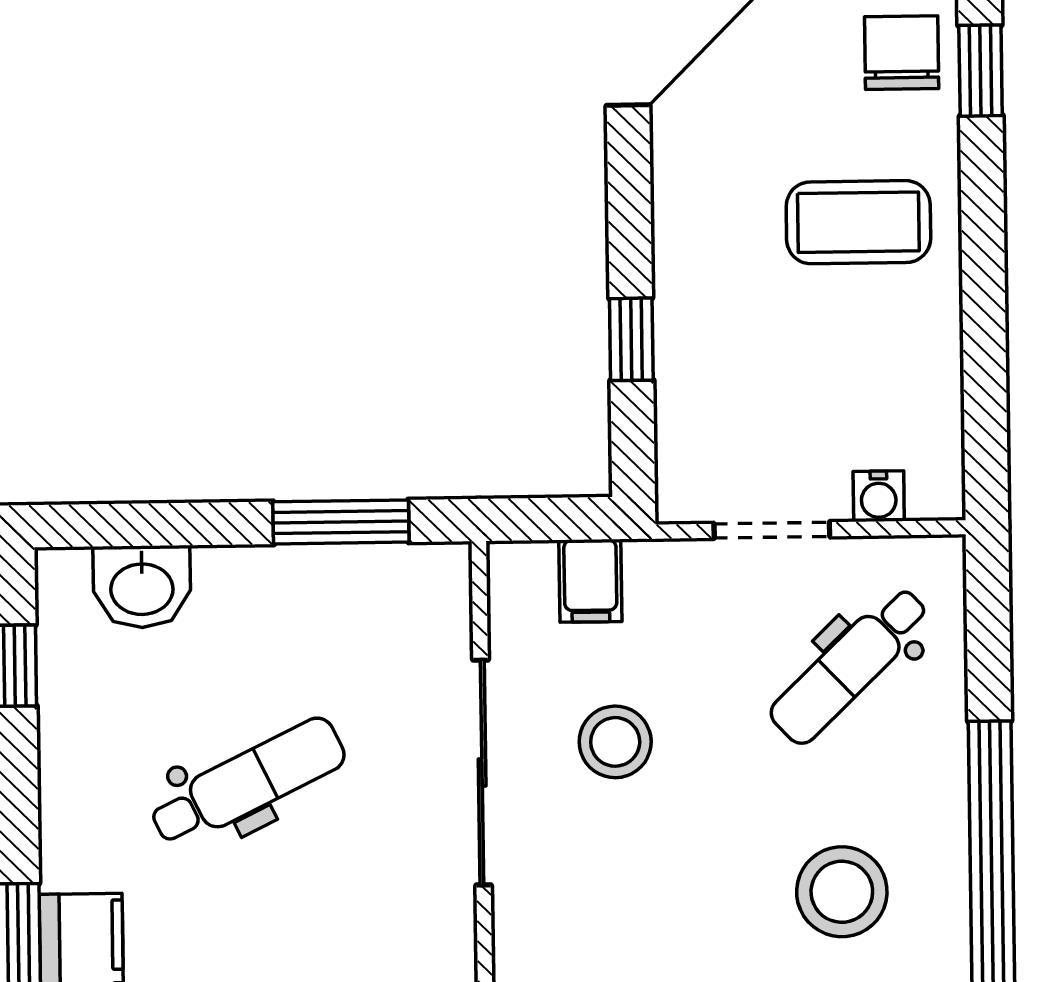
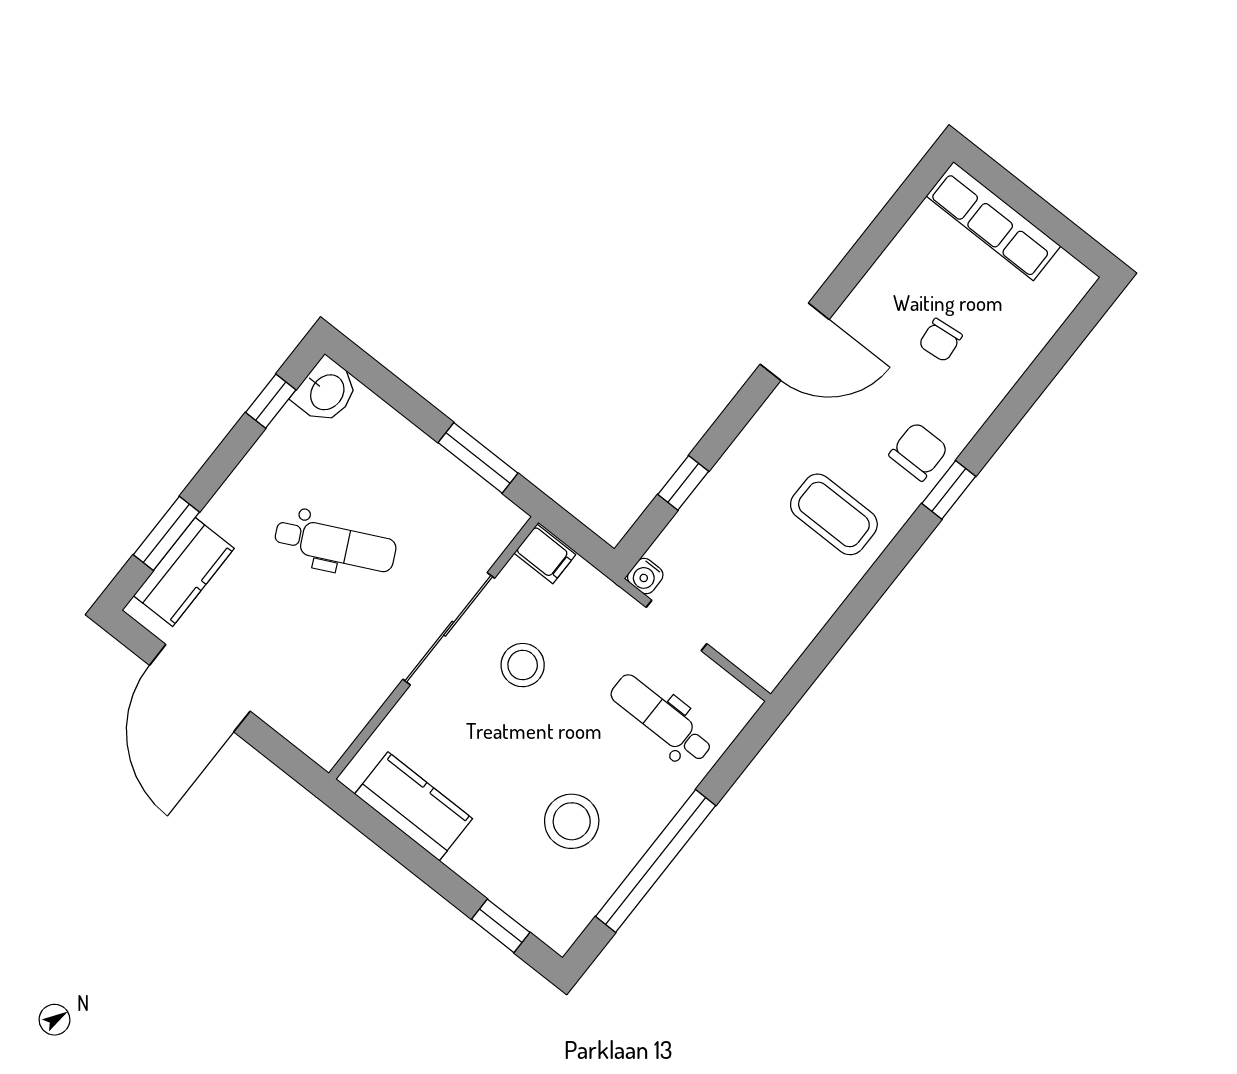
water cooler: (879, 496) -> (645, 576), moved
filing cabinet: (590, 581) -> (545, 554), moved, turned -90
washbasin: (142, 587) -> (326, 391), moved, turned -90
dental chair: (850, 665) -> (661, 718), turned 44

